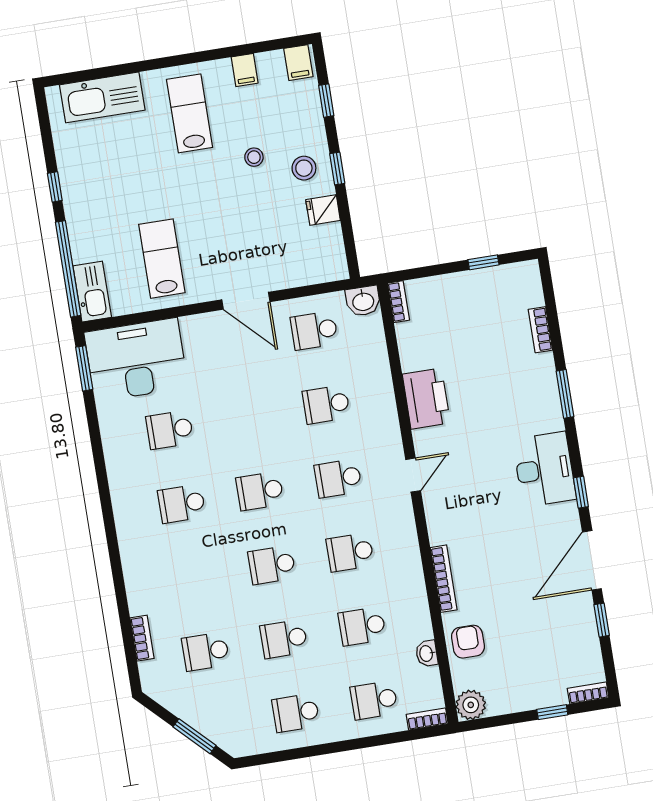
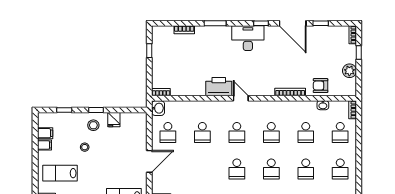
filing cabinet: (298, 63) -> (45, 133), moved
printer: (426, 399) -> (219, 87), moved
plant: (471, 705) -> (349, 71), moved

